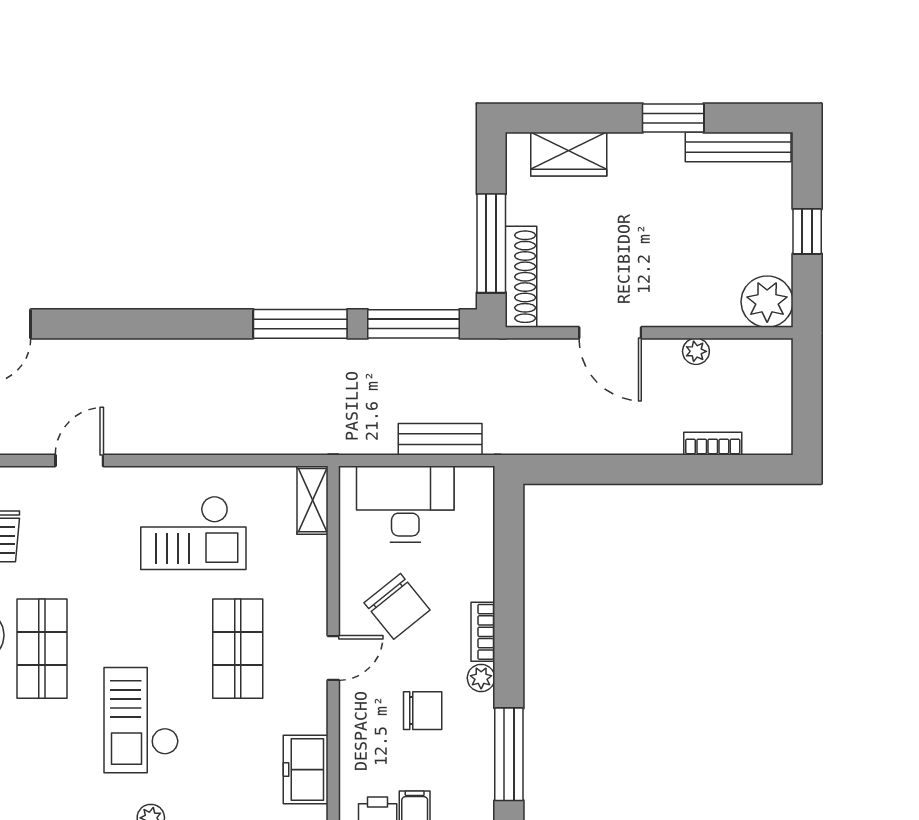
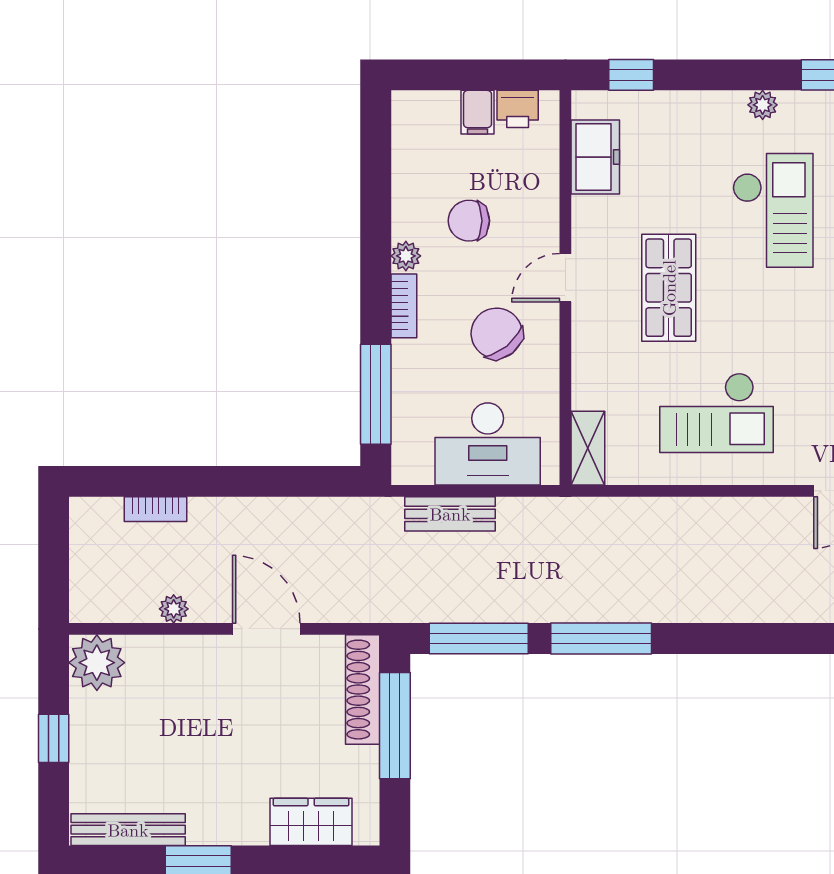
checkout: (193, 533) -> (717, 413), turned 180
window: (509, 754) -> (376, 394), moved

